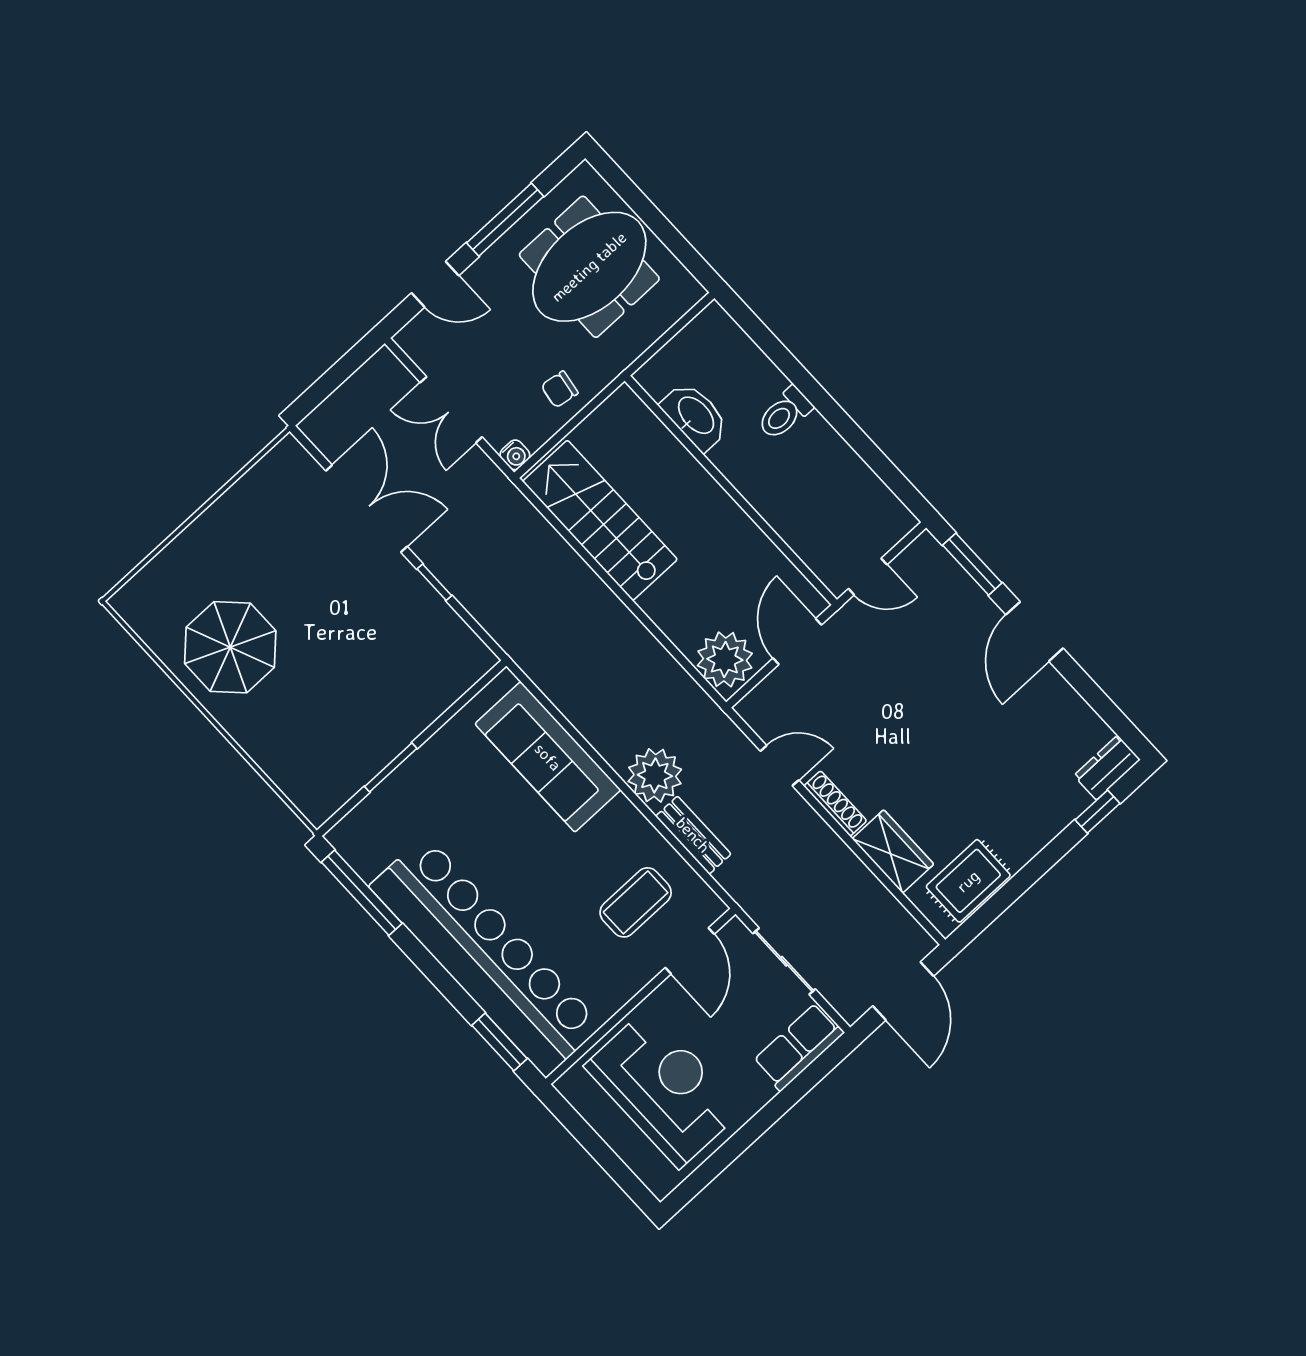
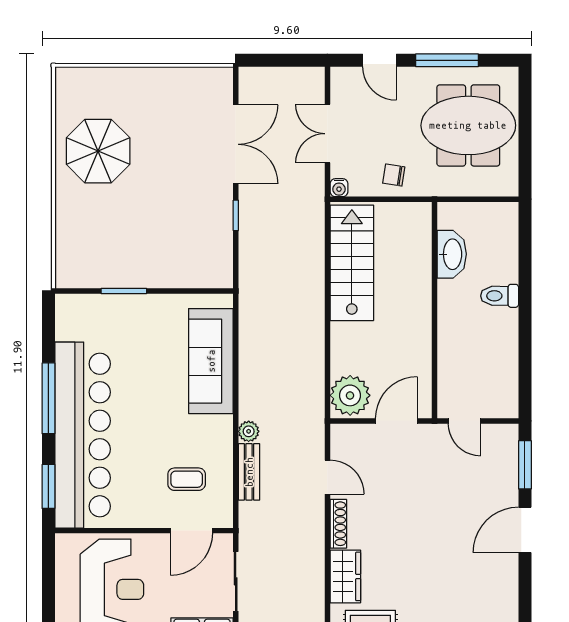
plant: (655, 775) -> (249, 431), width x0.53, depth x0.53
window: (362, 893) -> (48, 398), moved
coffee table: (636, 902) -> (187, 479), width x0.73, depth x0.77

